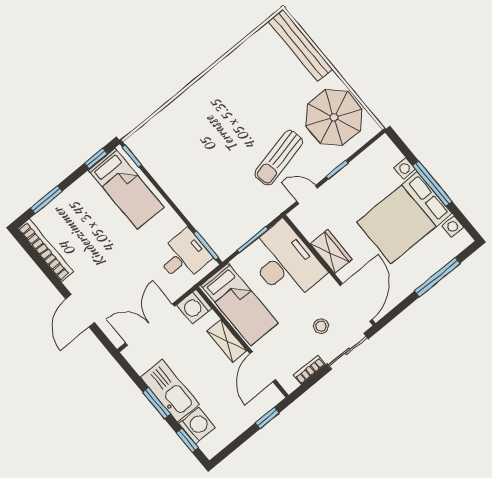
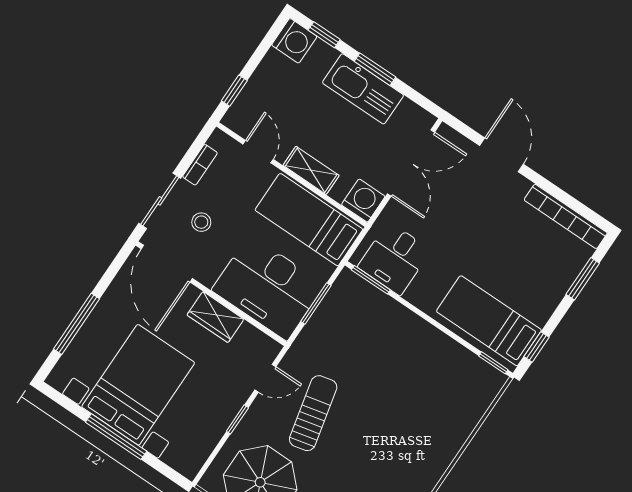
door: (263, 367) -> (258, 152), width x0.73
washing machine: (197, 425) -> (294, 41), moved, turned -90

